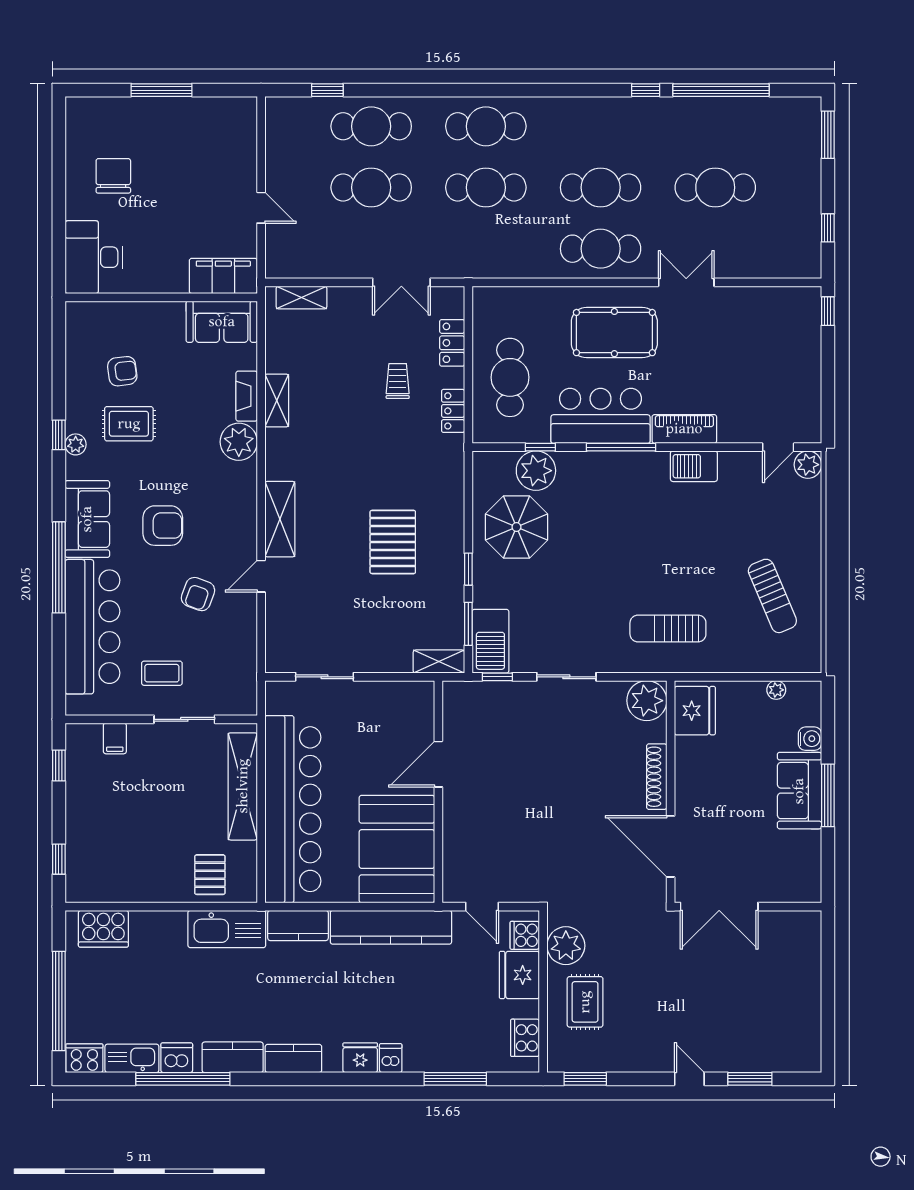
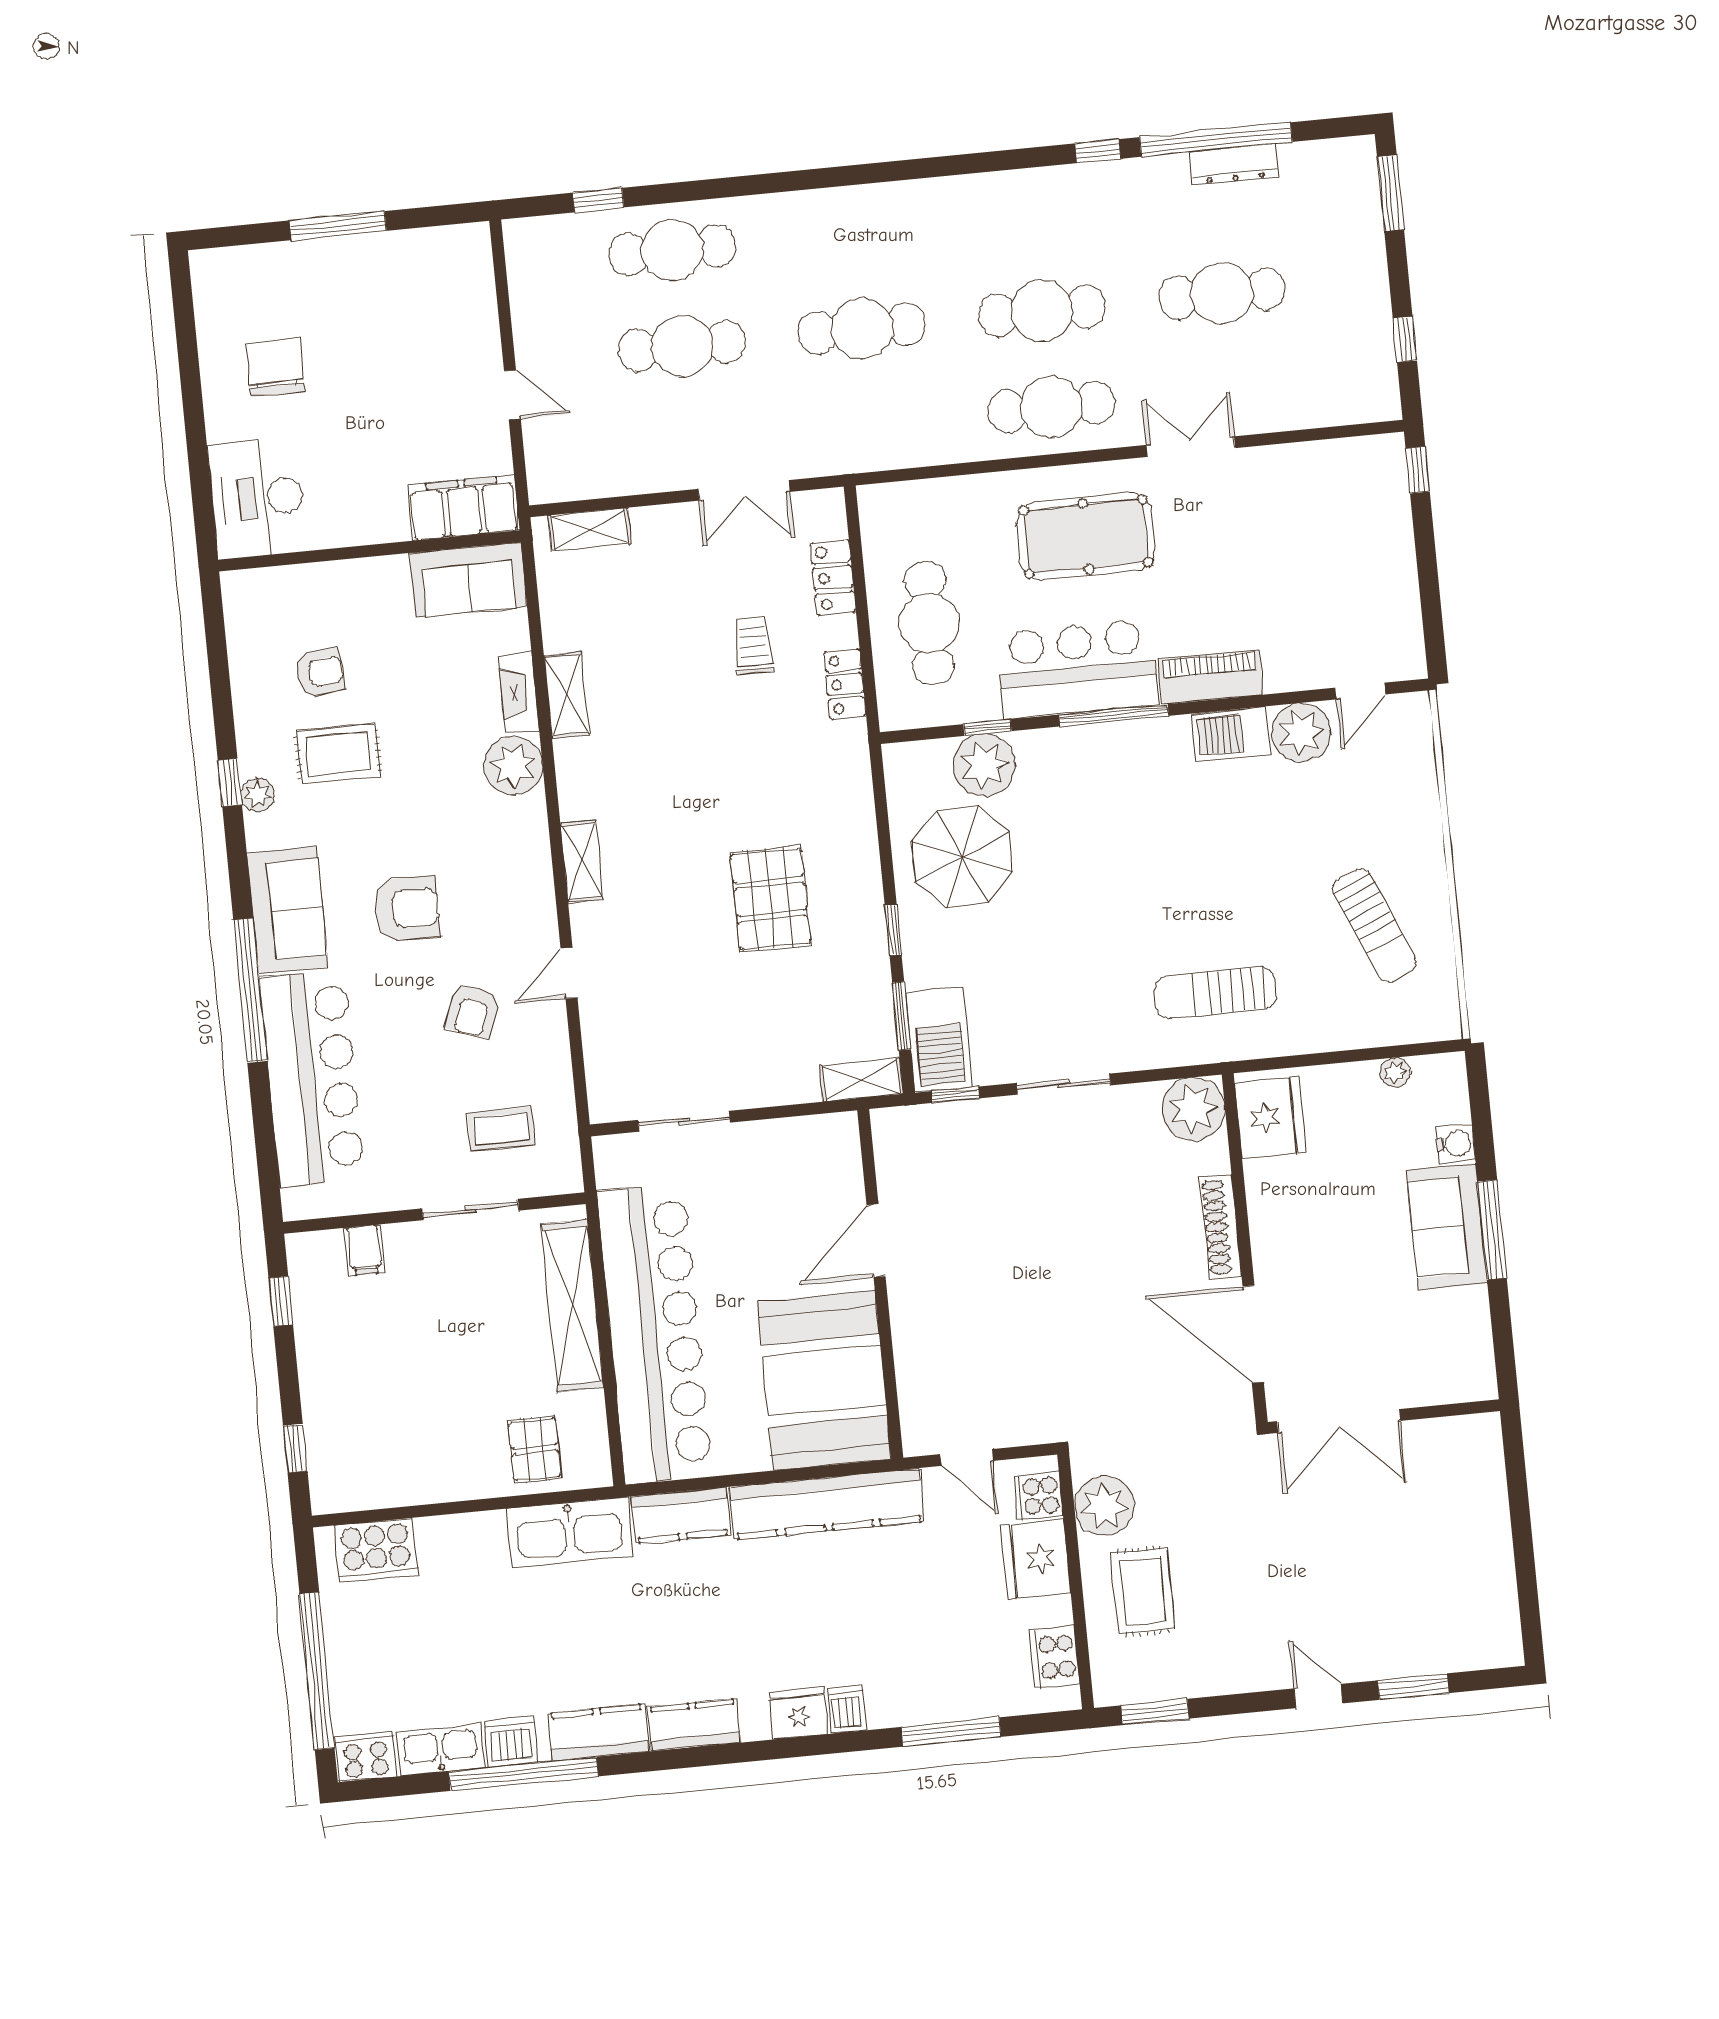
dresser: (731, 107) -> (1234, 165), added
cafe table: (486, 126) -> (853, 232), removed
plant: (808, 465) -> (1301, 732), moved, width x1.36, depth x1.36
shelving: (280, 519) -> (582, 862), width x0.67, depth x0.75
coffee table: (162, 673) -> (501, 1129), moved

